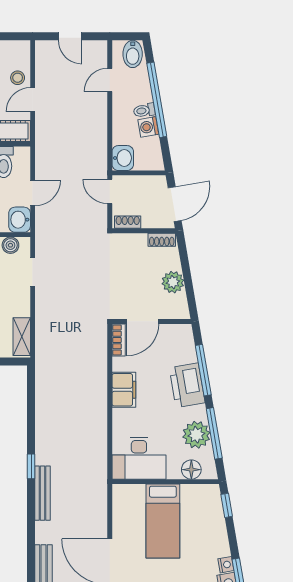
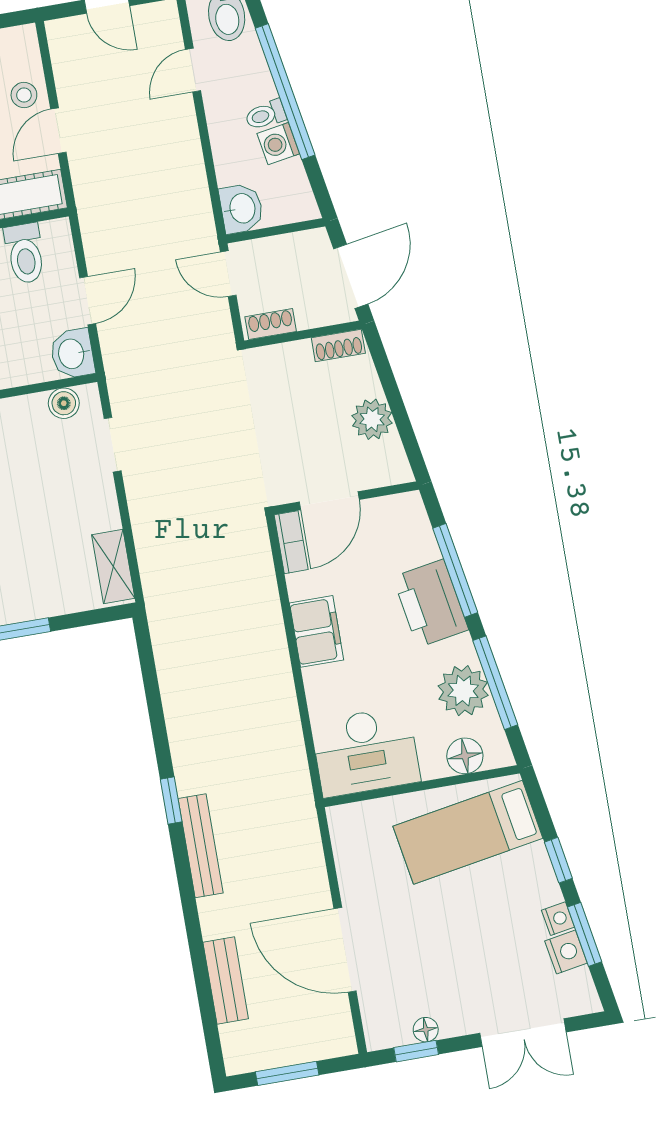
window: (227, 505) -> (558, 860), moved
bed: (163, 521) -> (468, 832), moved, turned 80

